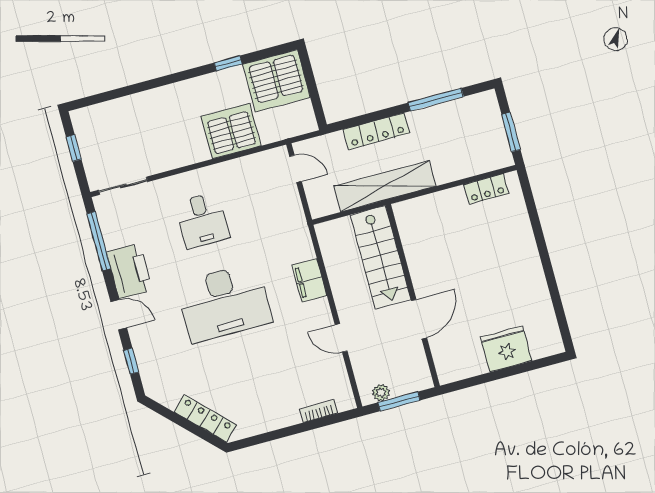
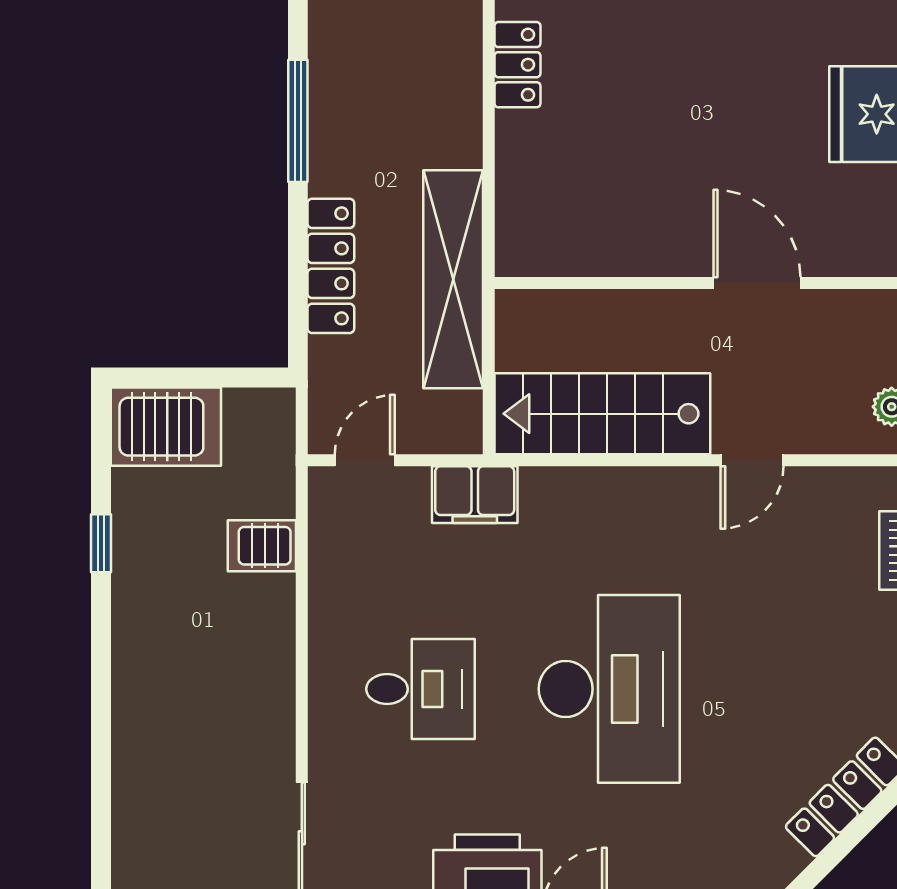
server rack: (276, 81) -> (166, 427), width x0.63
server rack: (231, 131) -> (262, 546), width x0.46, depth x0.70
stairs: (381, 257) -> (602, 414), moved, turned 180
filing cabinet: (309, 280) -> (475, 495), moved

